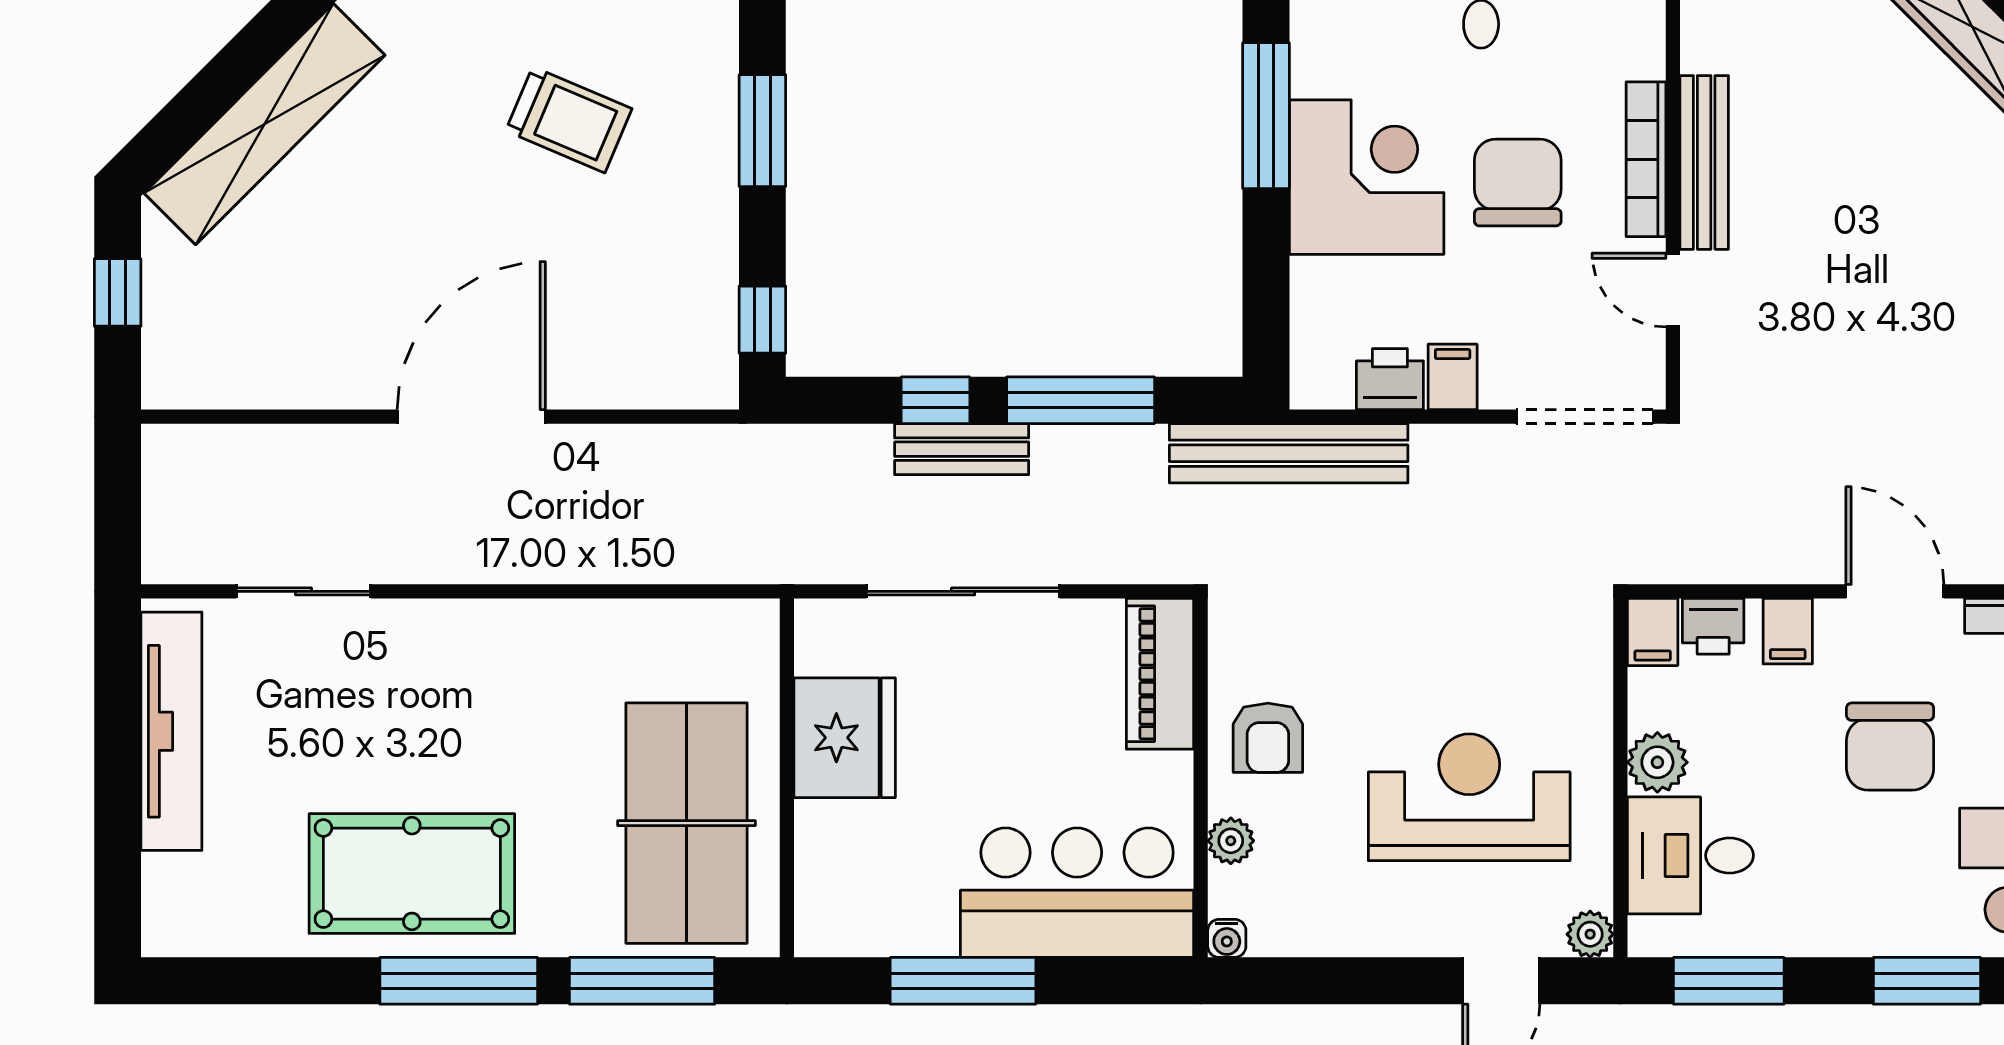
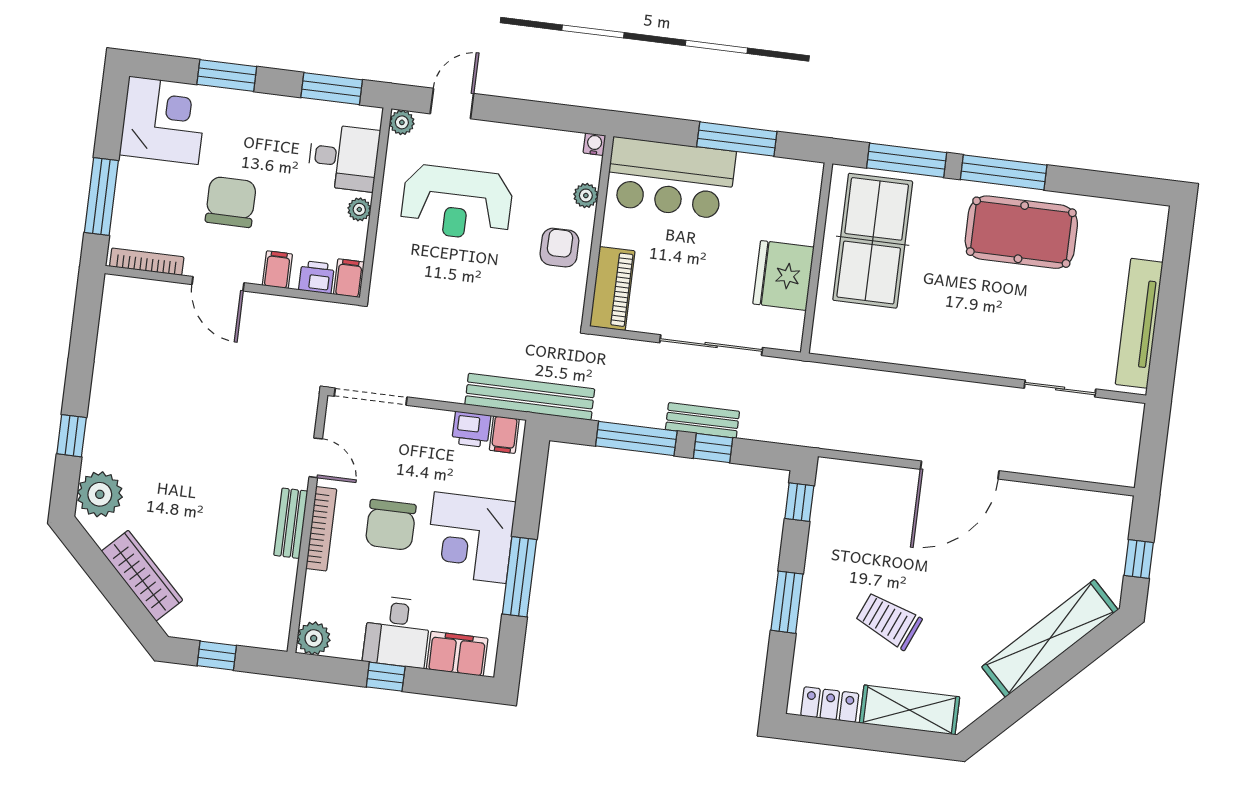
bench: (1704, 162) -> (291, 523), width x0.73
filing cabinet: (1453, 377) -> (504, 435), moved
plant: (1657, 762) -> (359, 209), width x0.73, depth x0.73

